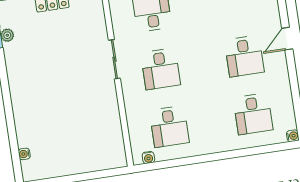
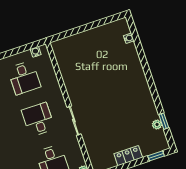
desk: (169, 127) -> (24, 78), turned 180

